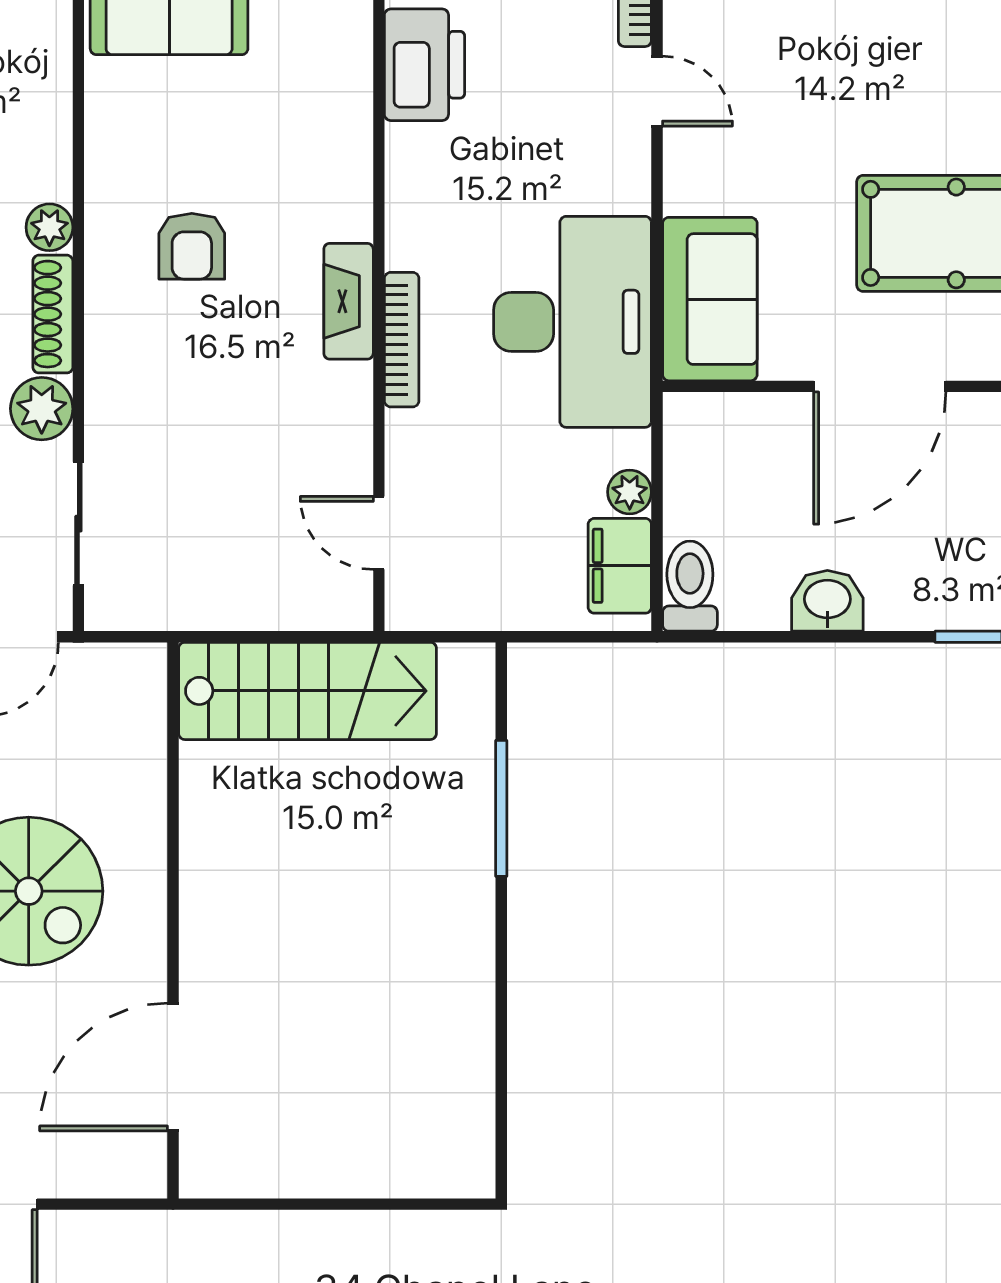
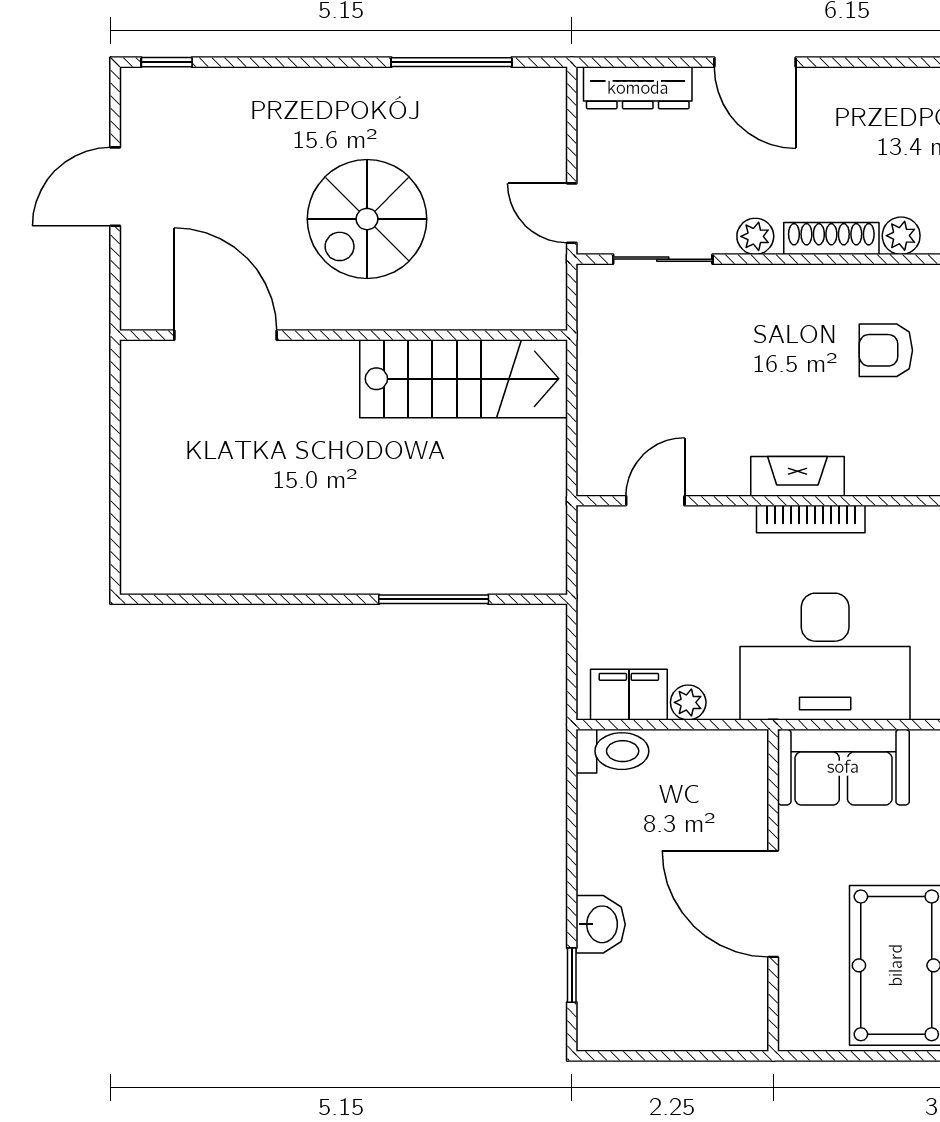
fireplace: (349, 301) -> (797, 476), moved
plant: (42, 409) -> (755, 236), width x0.73, depth x0.73
washbasin: (827, 601) -> (601, 924), moved
stairs: (308, 691) -> (464, 379), moved, turned -90

